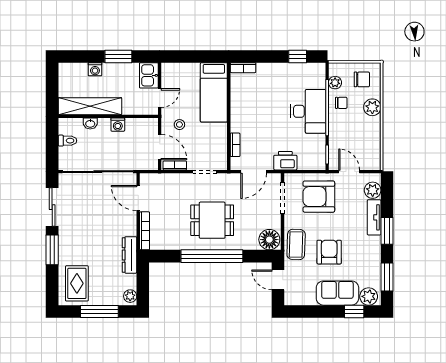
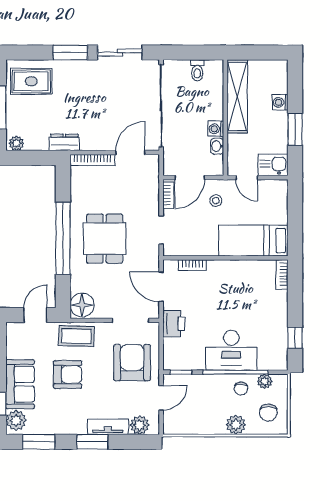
washbasin: (90, 123) -> (217, 146), moved
dresser: (129, 255) -> (64, 142), width x0.70

